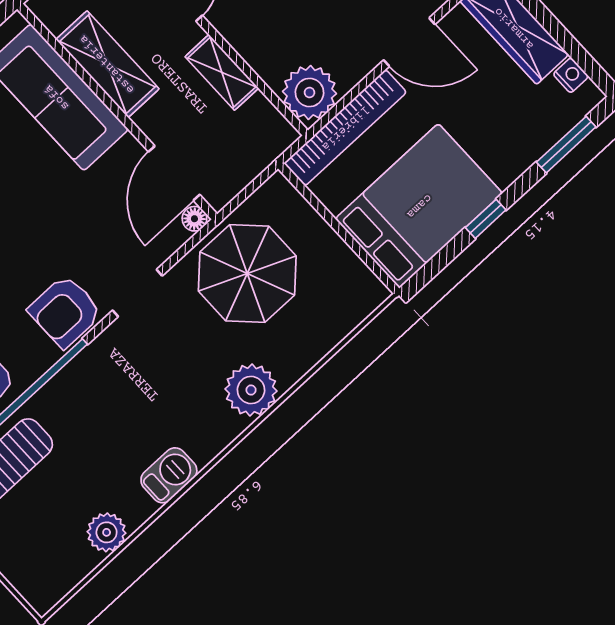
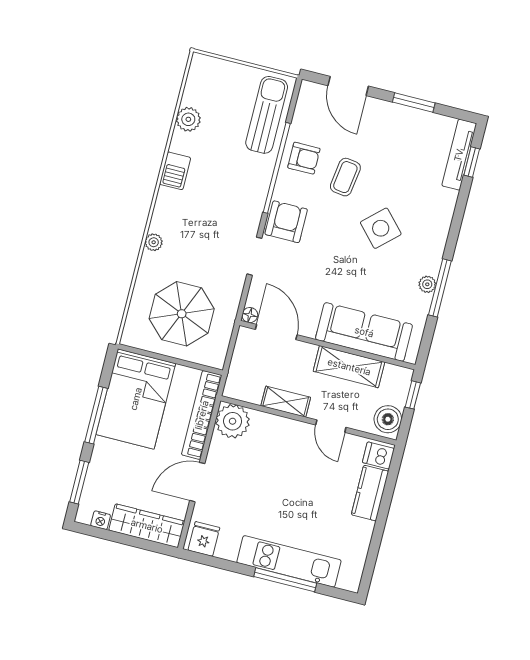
window: (486, 219) -> (96, 415), width x2.17
parasol: (247, 274) -> (182, 314), moved
plant: (251, 390) -> (154, 242), width x0.53, depth x0.53

